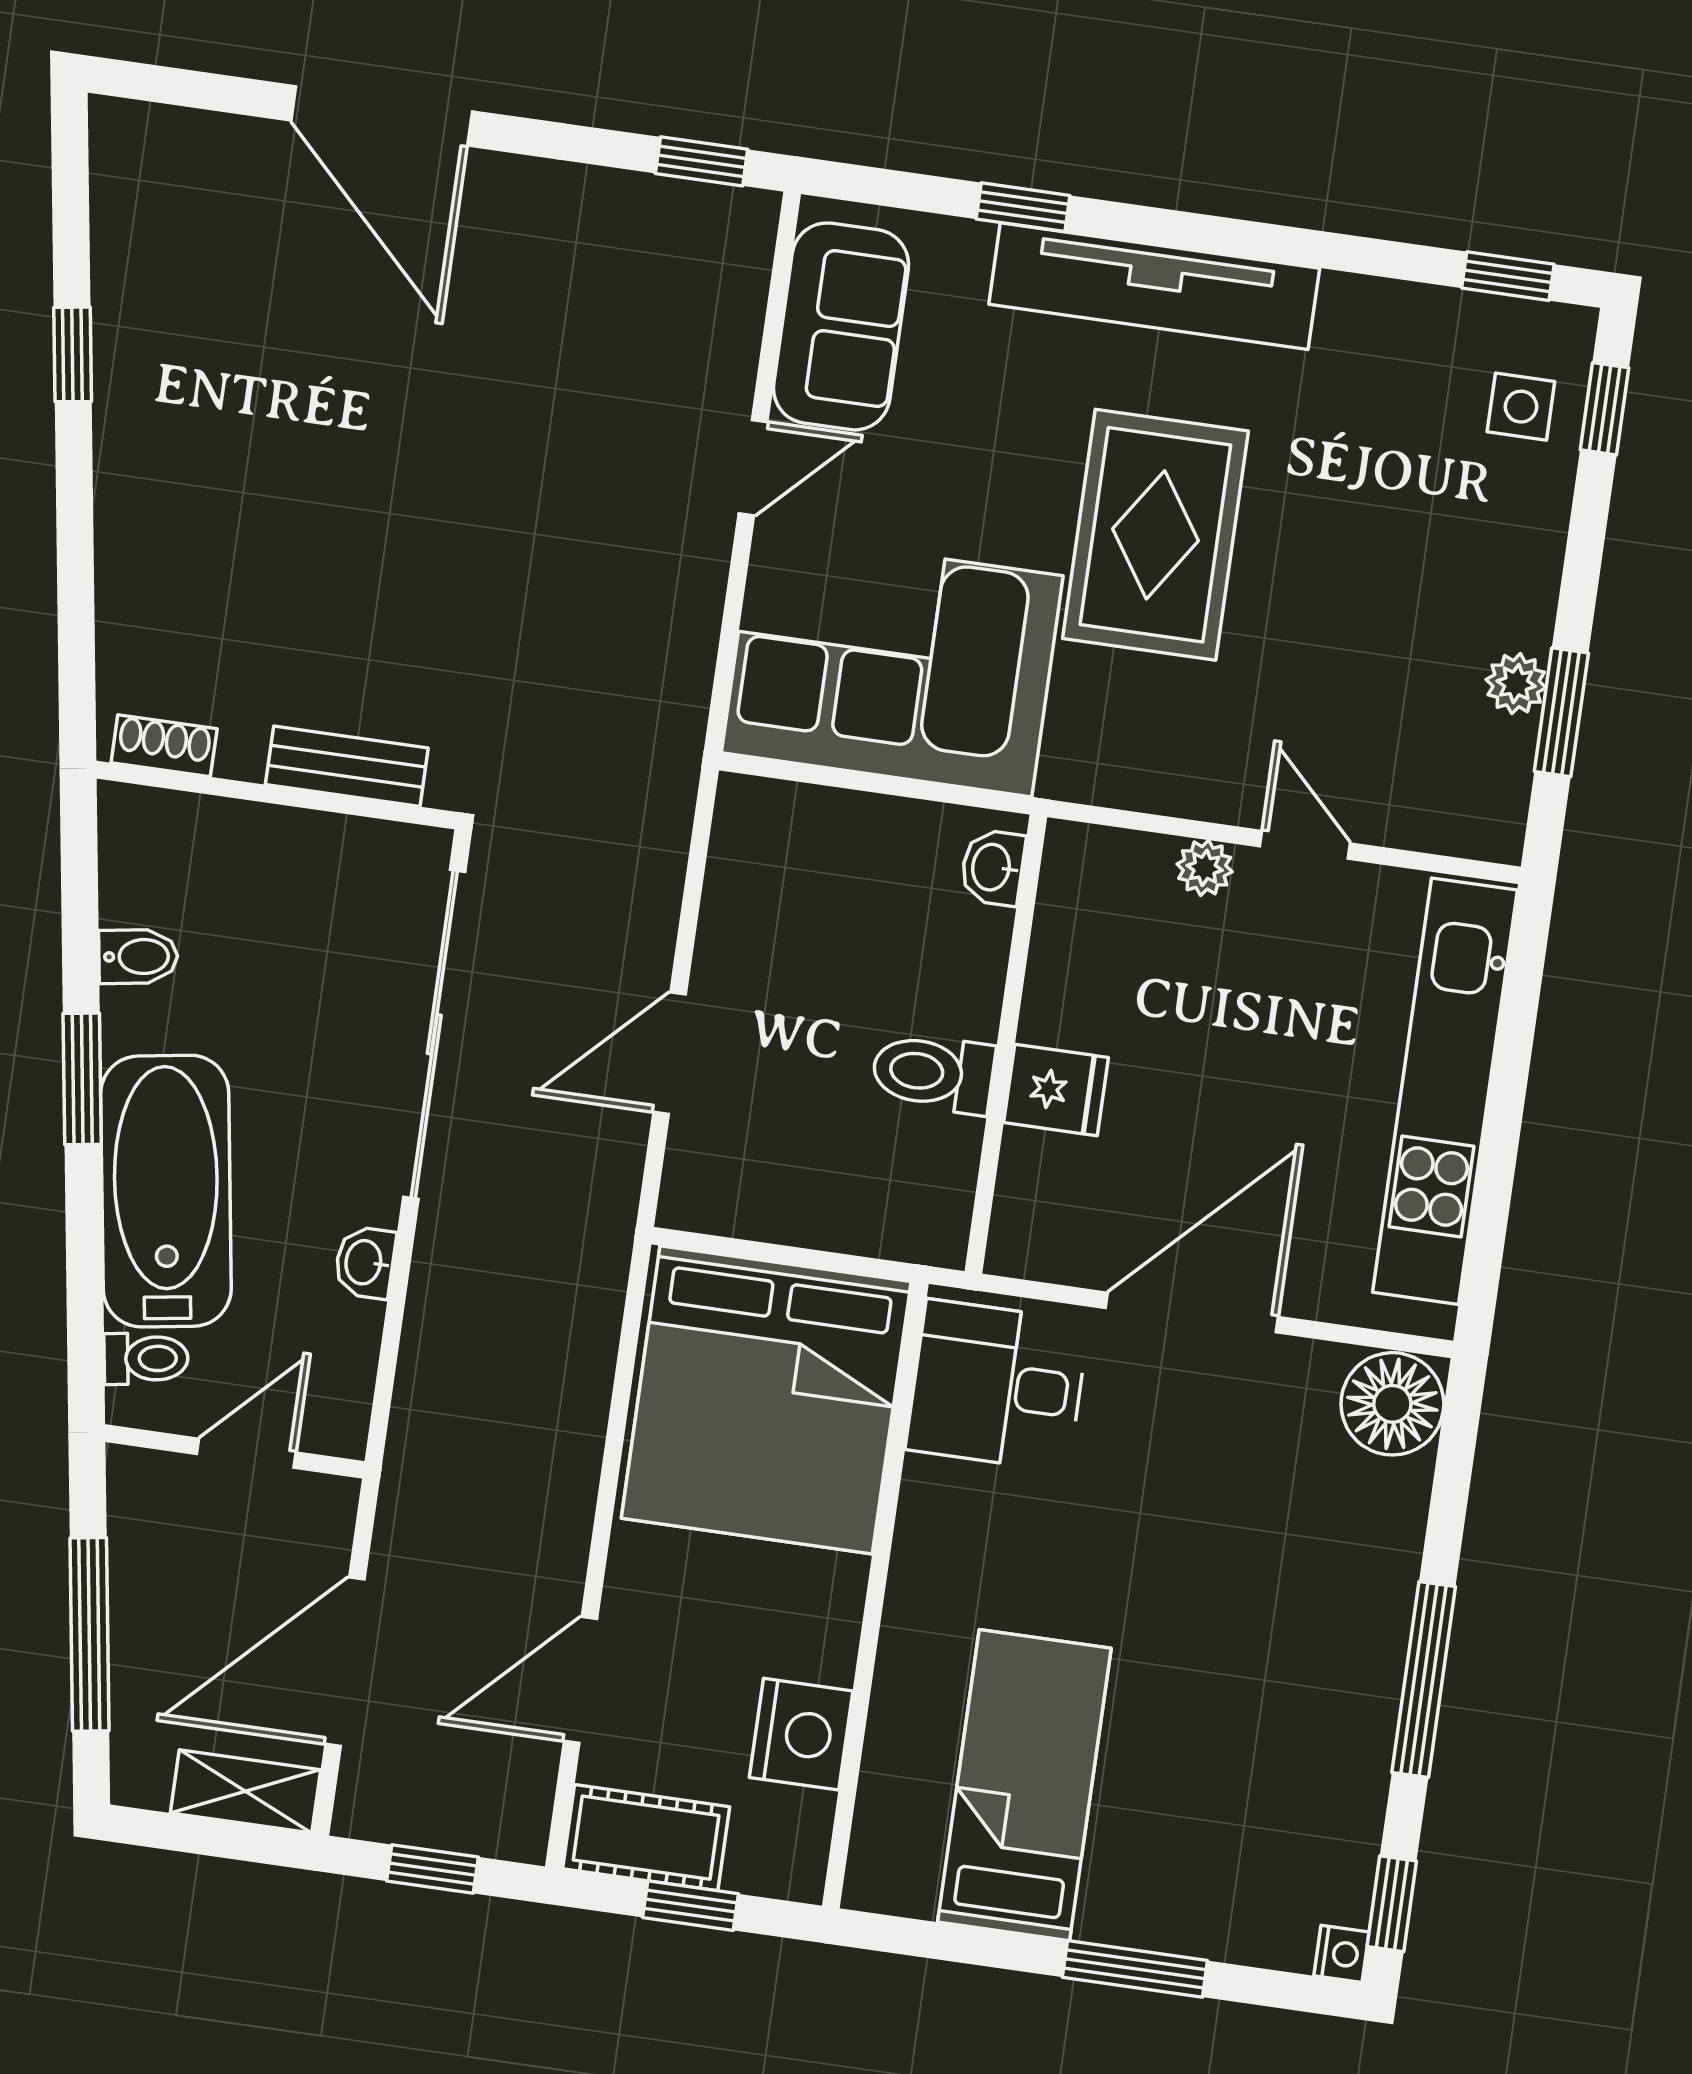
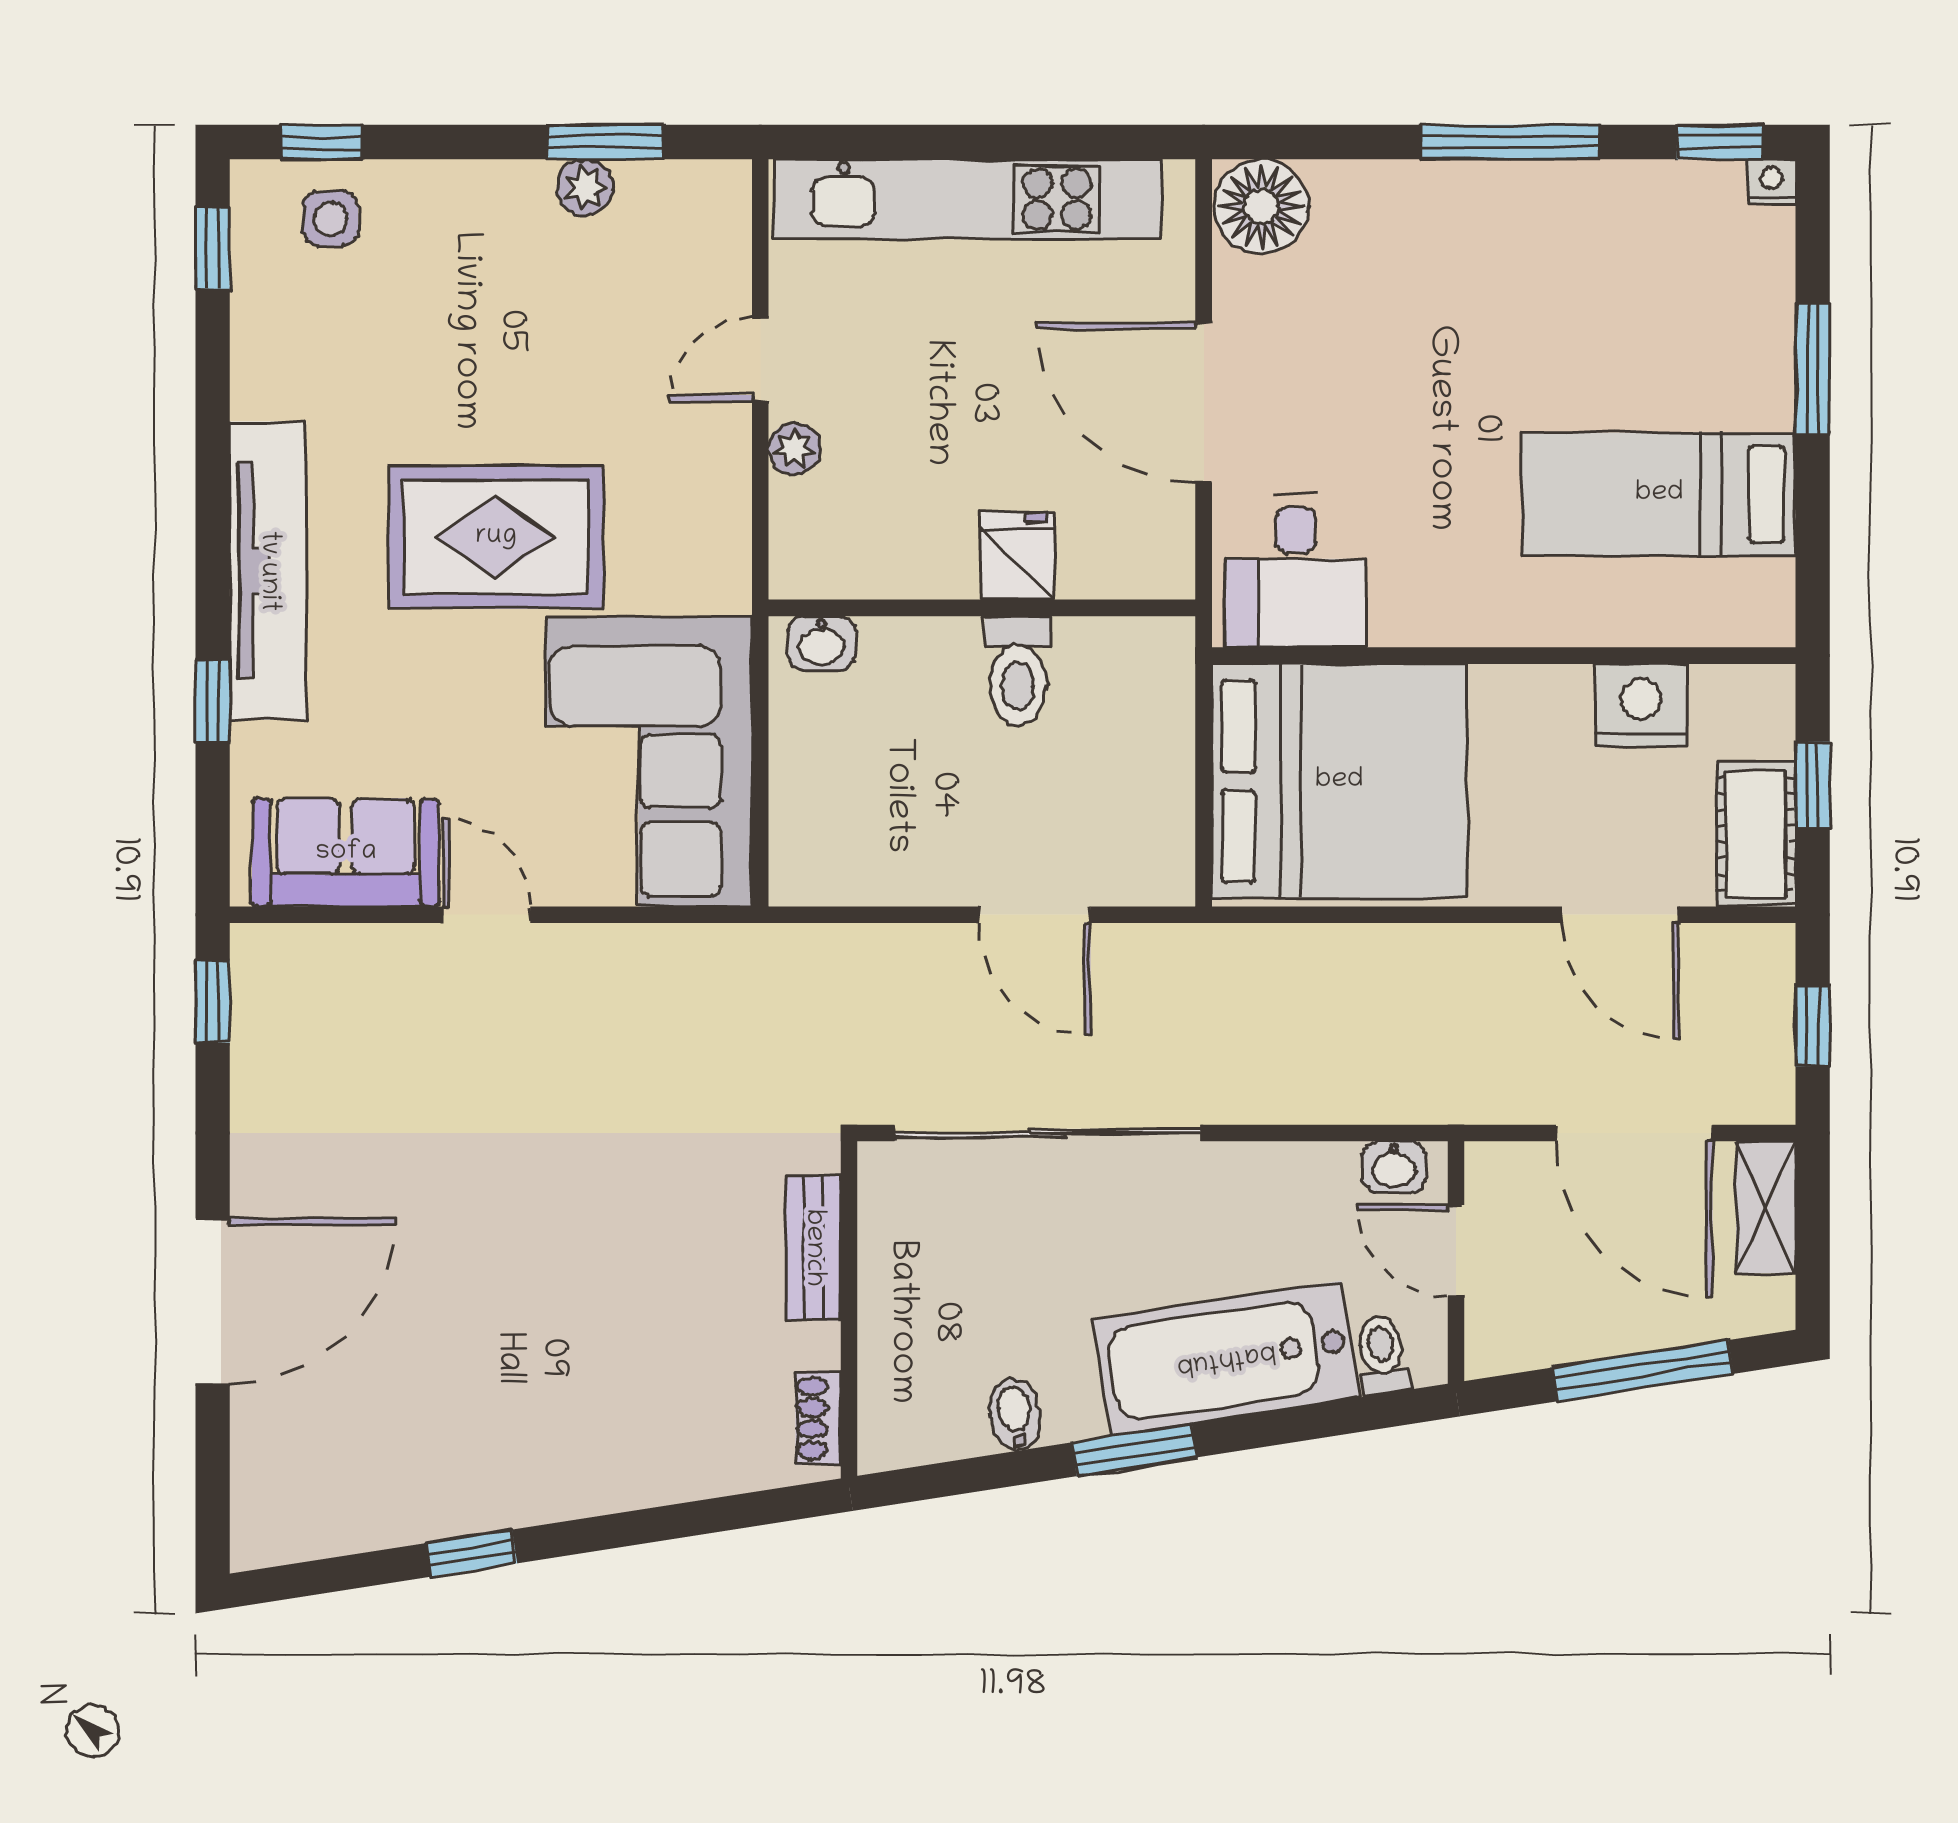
washbasin: (365, 1262) -> (1394, 1167), moved

